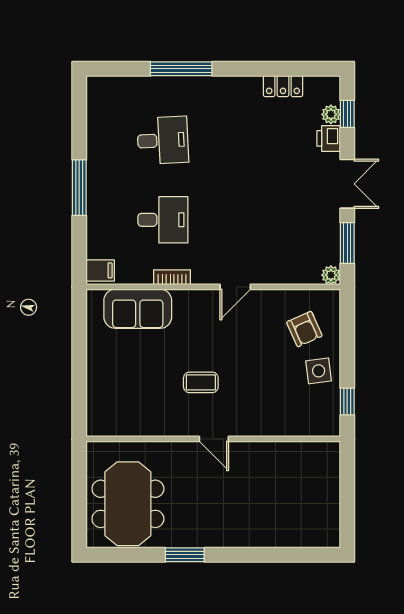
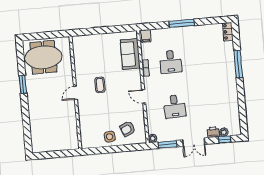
locker: (283, 86) -> (228, 32), moved
desk: (163, 140) -> (175, 106), moved
window: (347, 402) -> (97, 151), removed

